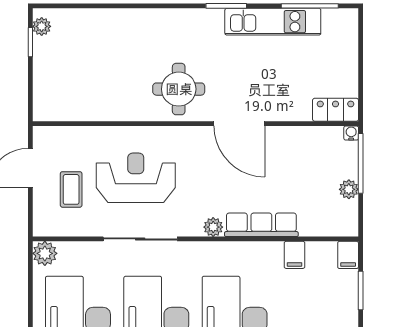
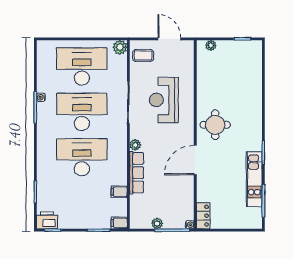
plant: (42, 26) -> (211, 45), moved
reception desk: (136, 178) -> (164, 100), turned 180
coffee table: (71, 189) -> (143, 55), moved

